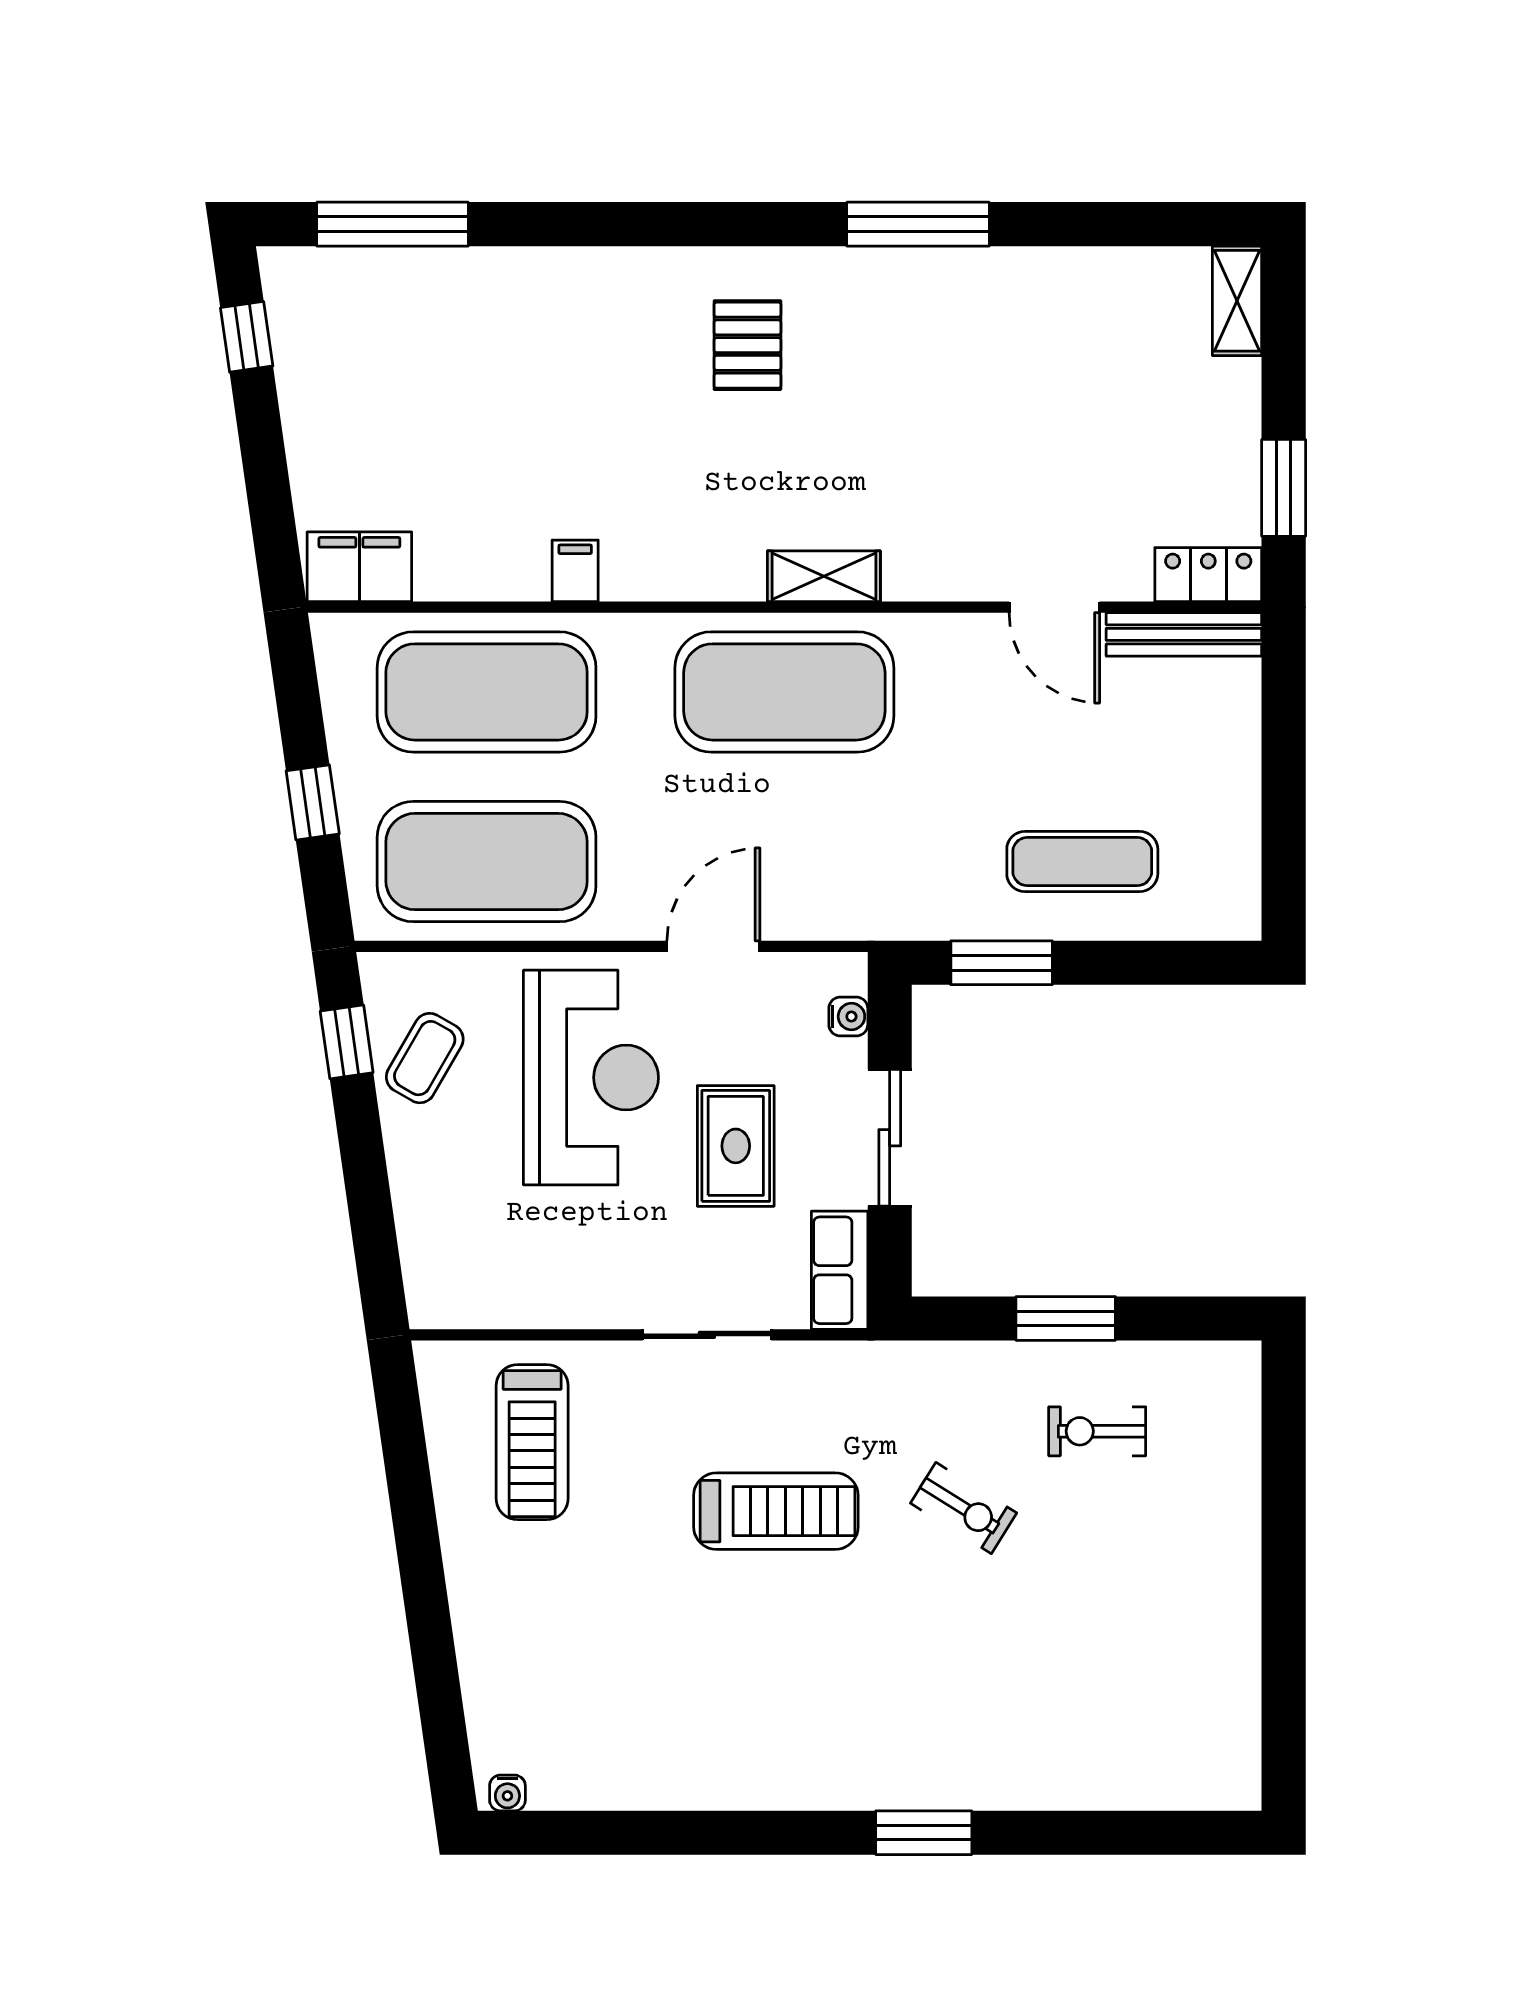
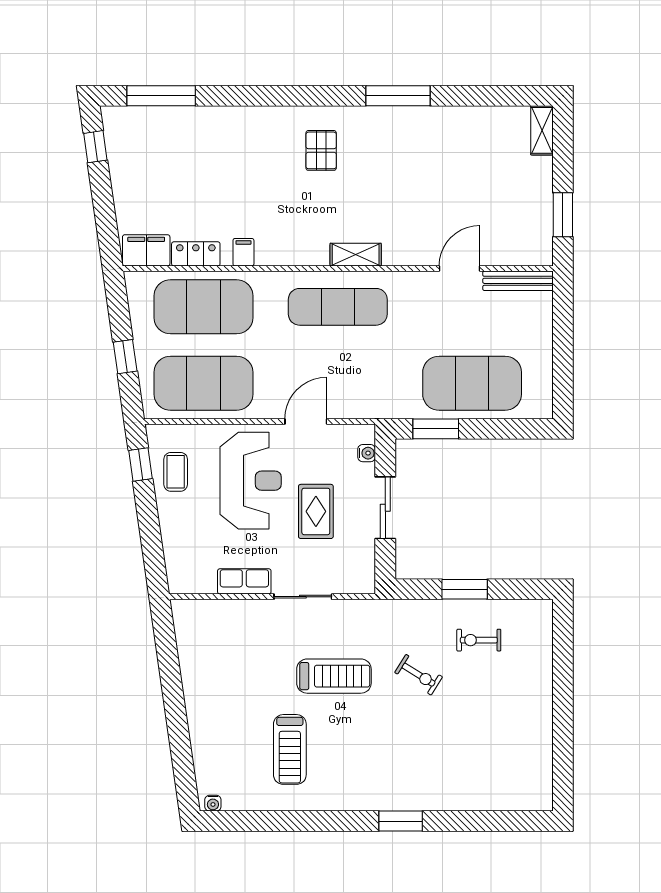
locker: (1208, 575) -> (196, 254), moved
door: (1054, 607) -> (460, 269), swing flipped
exercise mat: (784, 692) -> (338, 307), width x0.68
exercise mat: (1082, 862) -> (472, 383), width x2.00, depth x1.45
coffee table: (425, 1058) -> (176, 472), turned -30
row of seats: (840, 1270) -> (244, 581), moved, turned 90
treadmill: (532, 1442) -> (290, 749), moved

